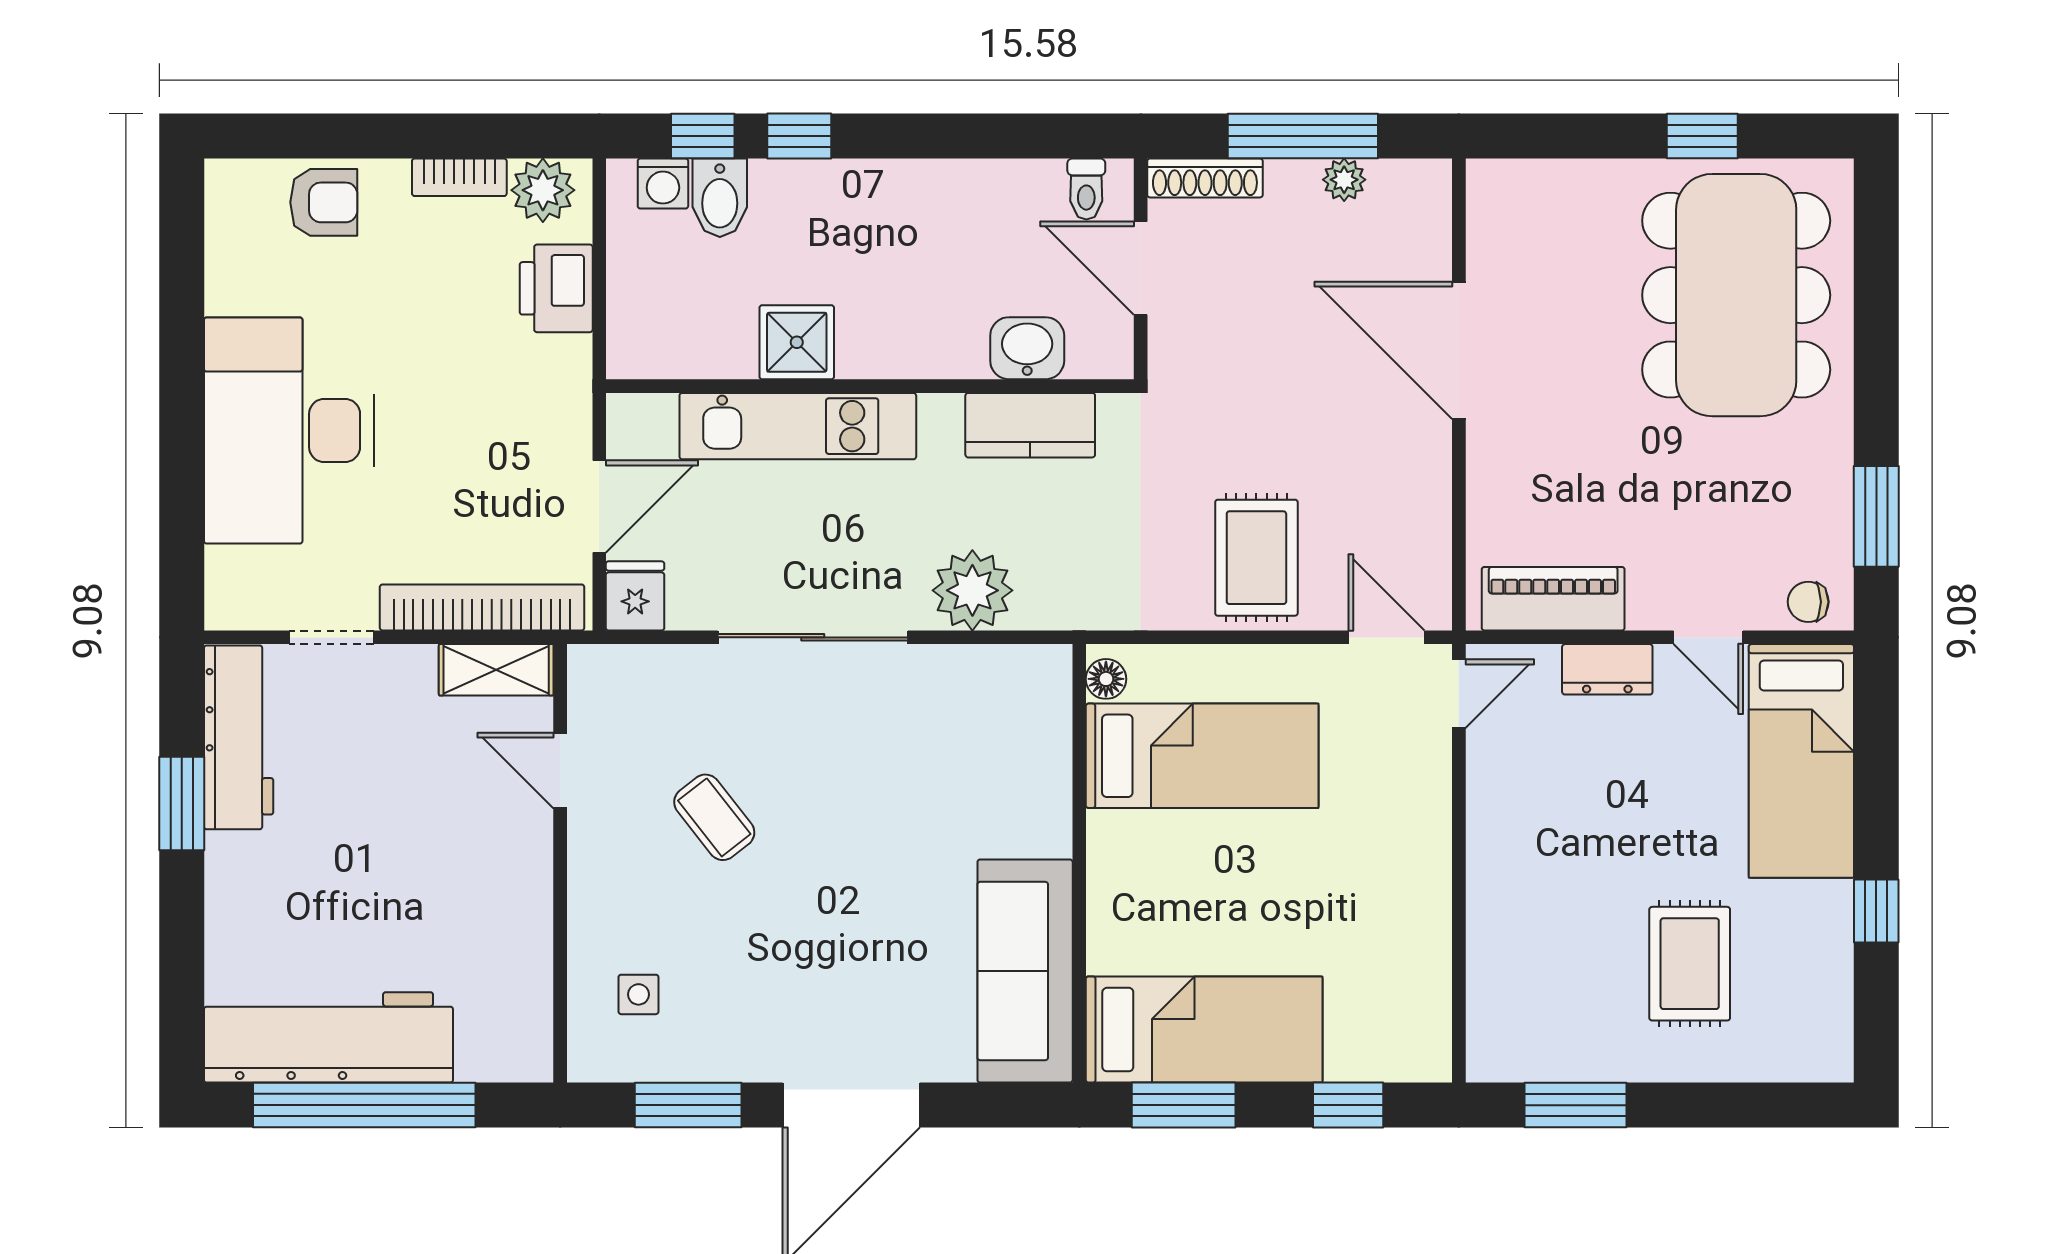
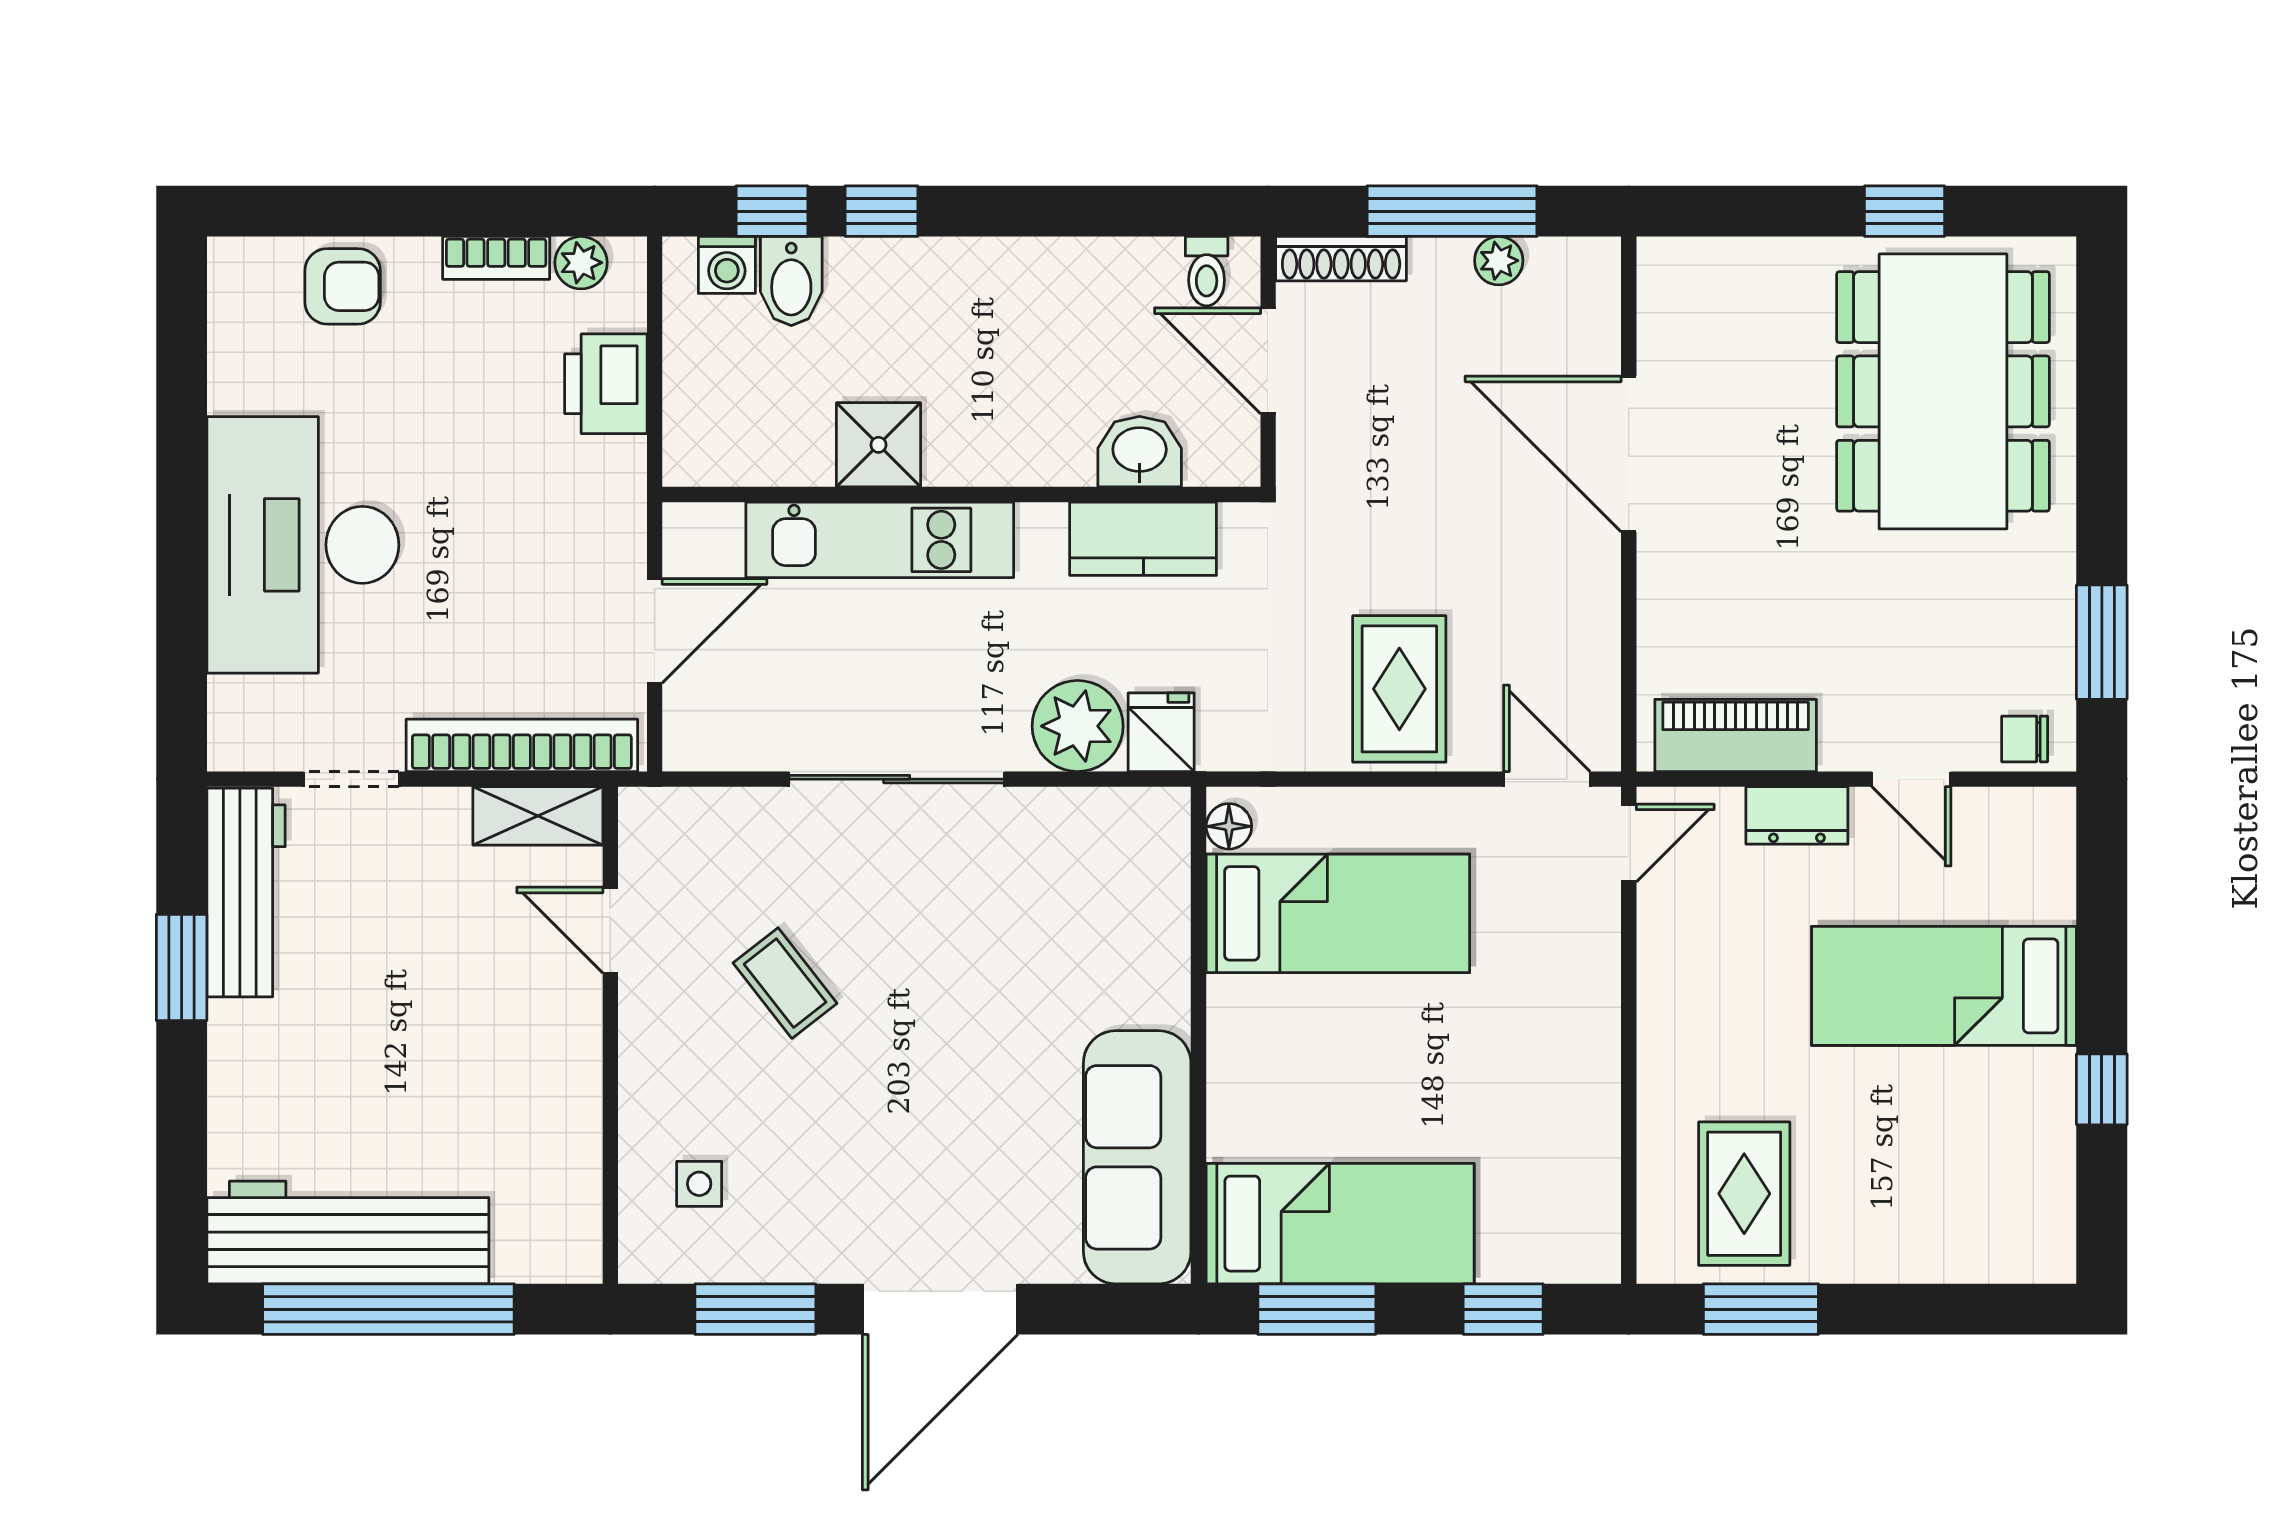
plant: (543, 190) -> (581, 263), width x0.73, depth x0.73
fridge: (635, 596) -> (1161, 732), moved
bed: (1801, 761) -> (1944, 986), moved, turned 90
rug: (1690, 964) -> (1744, 1194), moved

